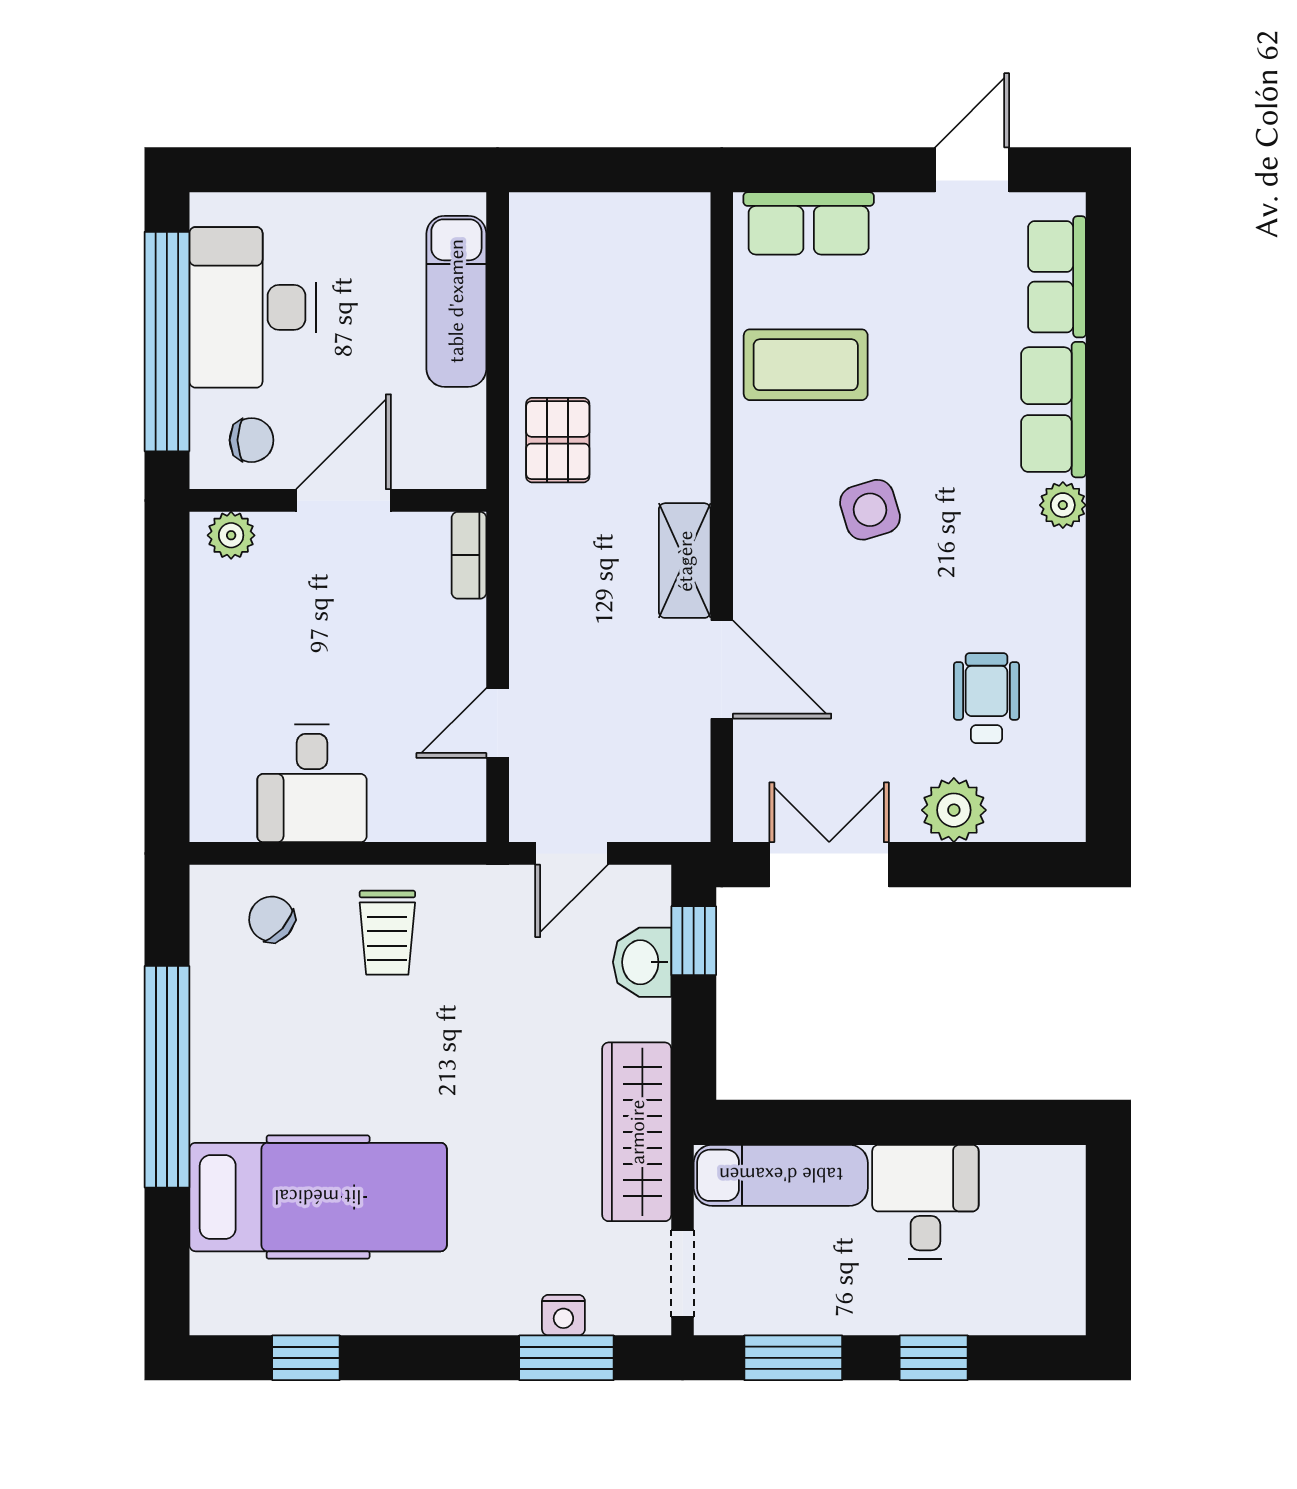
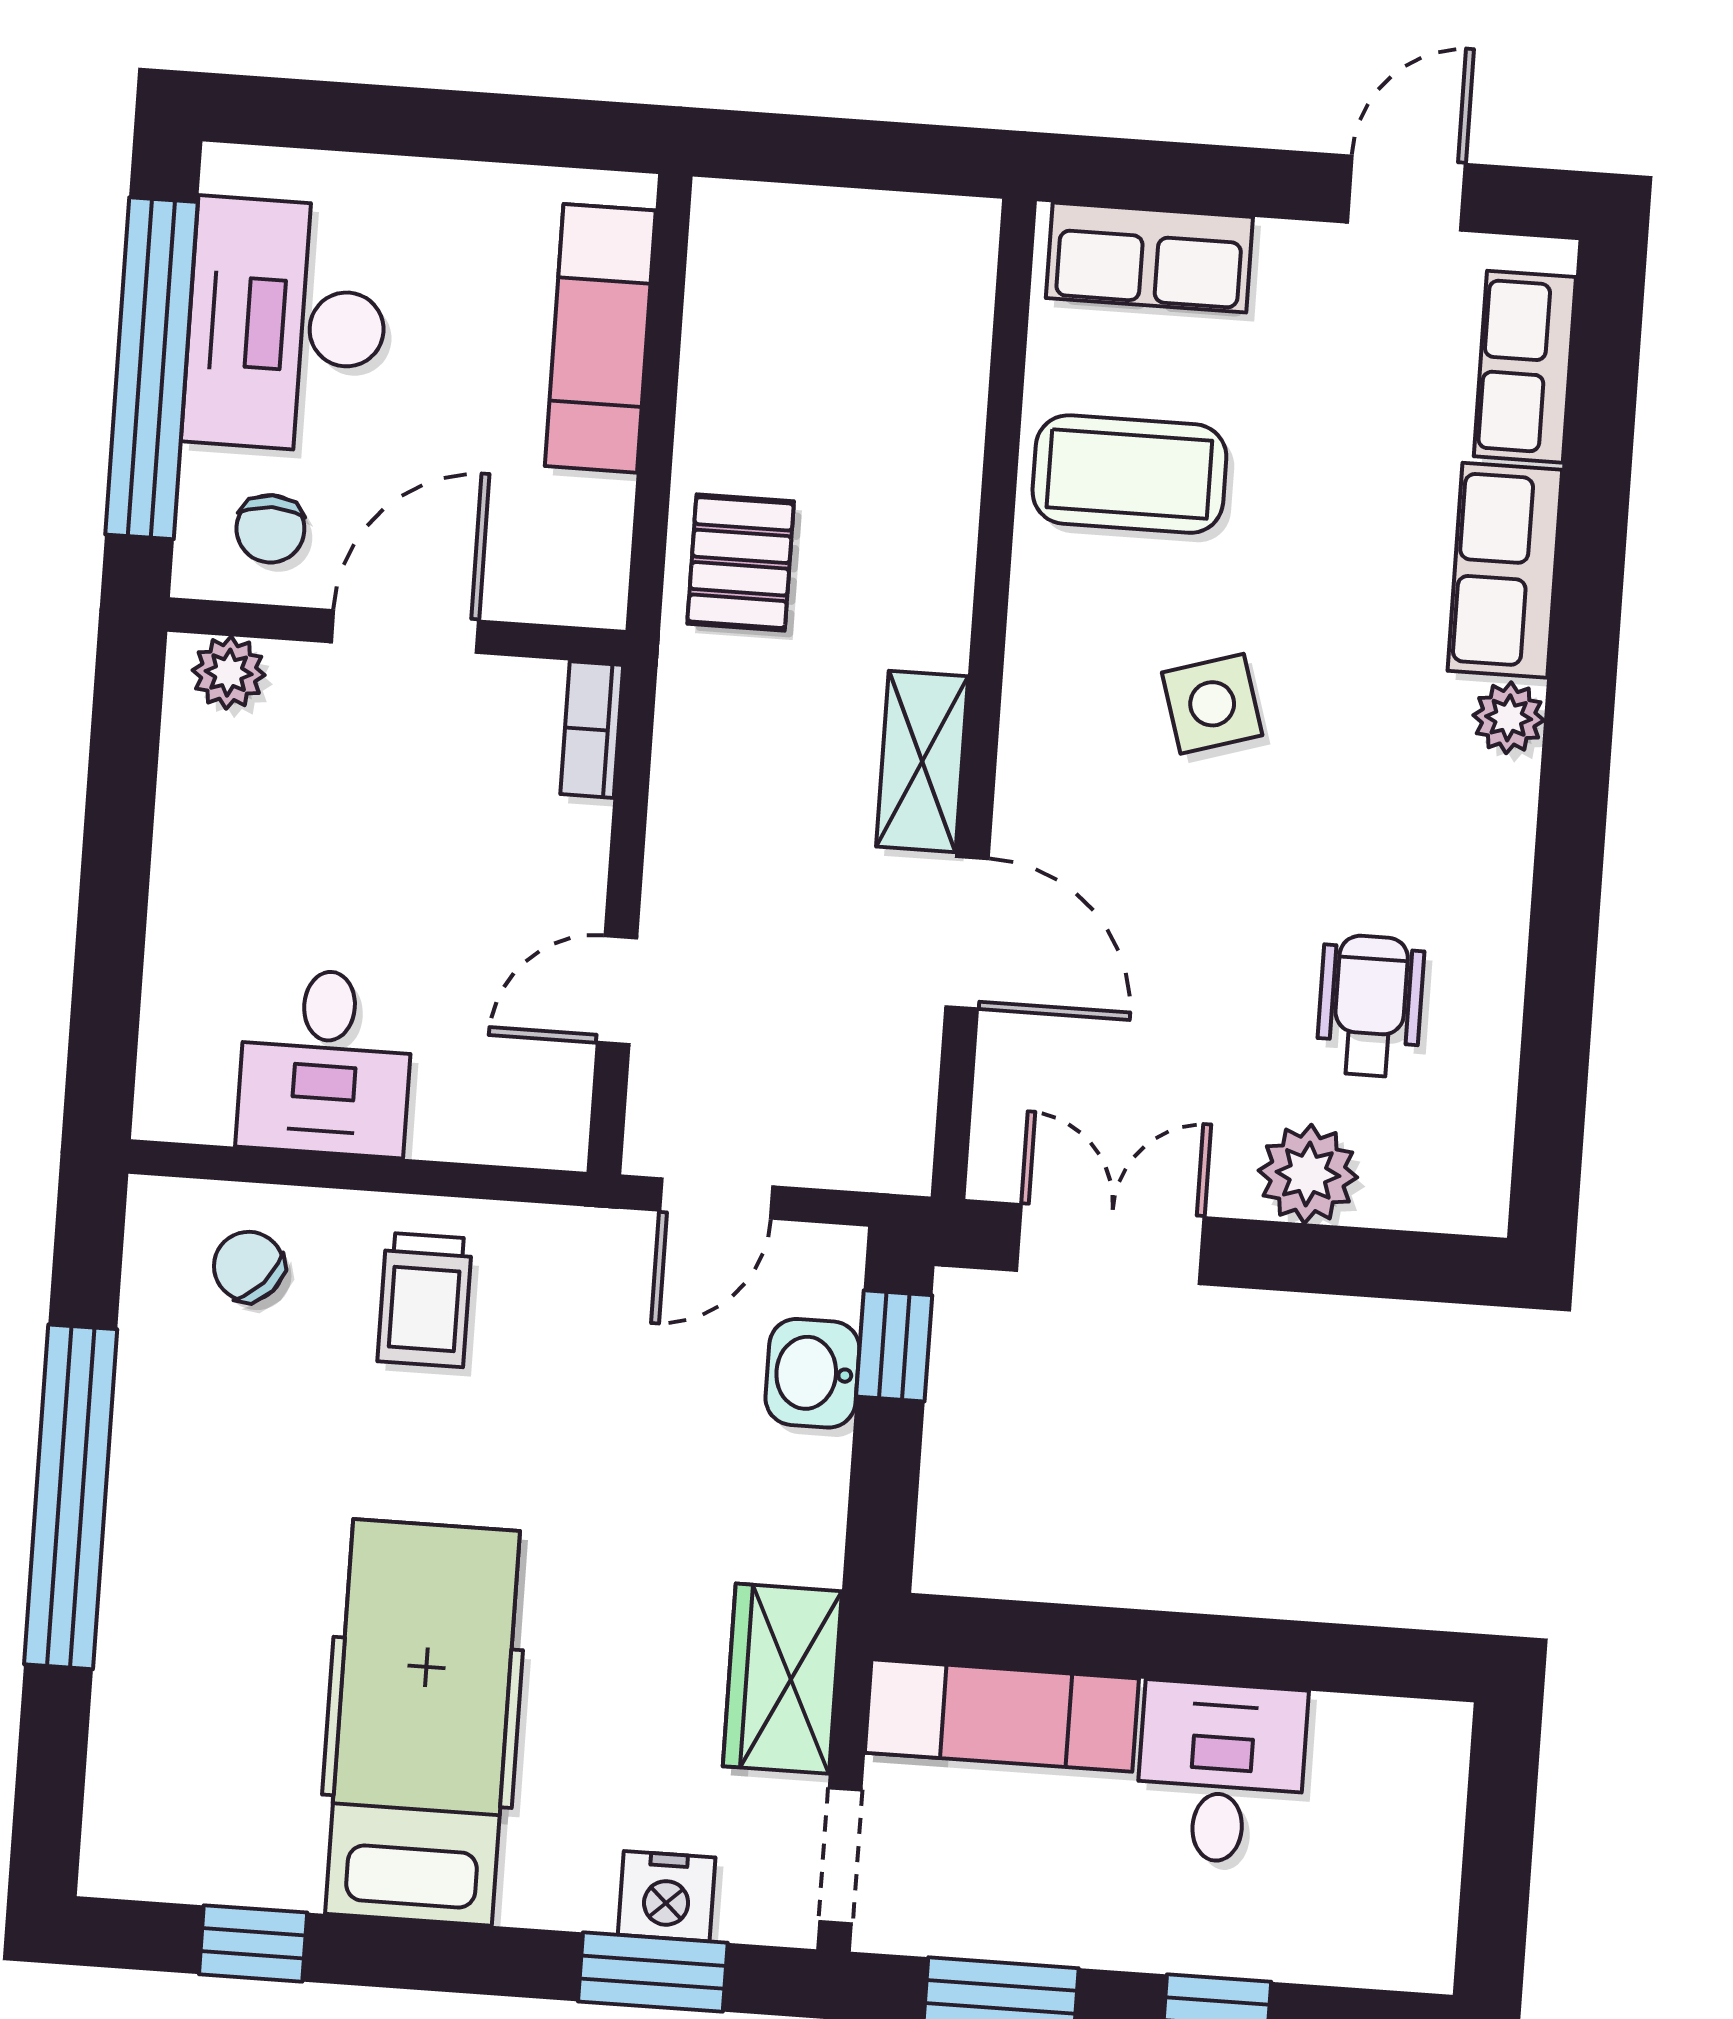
chair: (252, 440) -> (270, 529), turned 90
wardrobe: (637, 1132) -> (782, 1679), width x0.67
hospital bed: (318, 1197) -> (423, 1722), moved, turned -90
nightstand: (563, 1315) -> (667, 1896), width x1.39, depth x1.35

